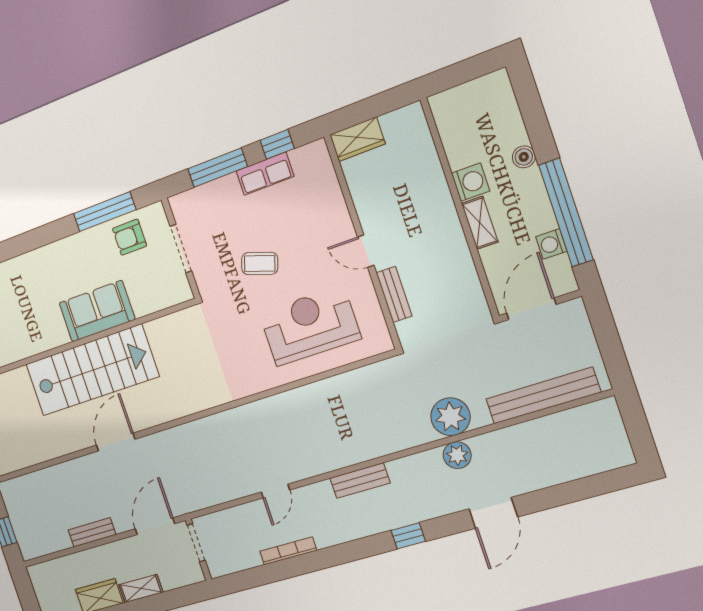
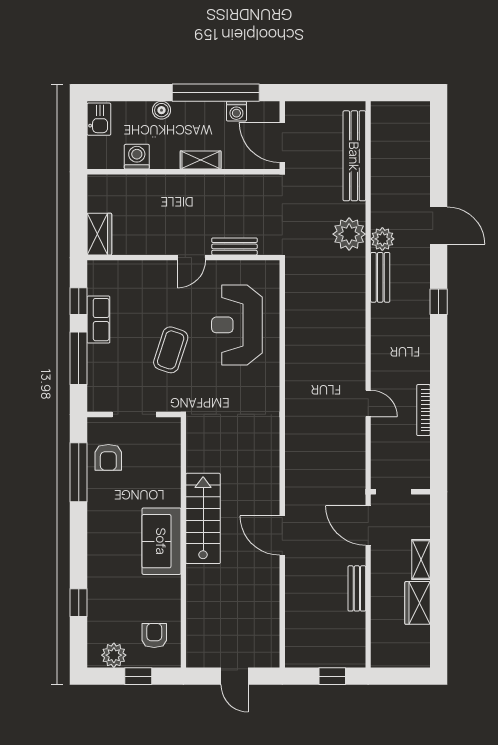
kitchen sink: (489, 88) -> (99, 119), added
washing machine: (471, 182) -> (137, 157), moved
coffee table: (260, 263) -> (171, 350), width x1.36, depth x1.30
sofa: (97, 311) -> (161, 541), moved
stairs: (92, 370) -> (203, 518), width x0.73, depth x0.66
bench: (360, 481) -> (380, 277), moved

